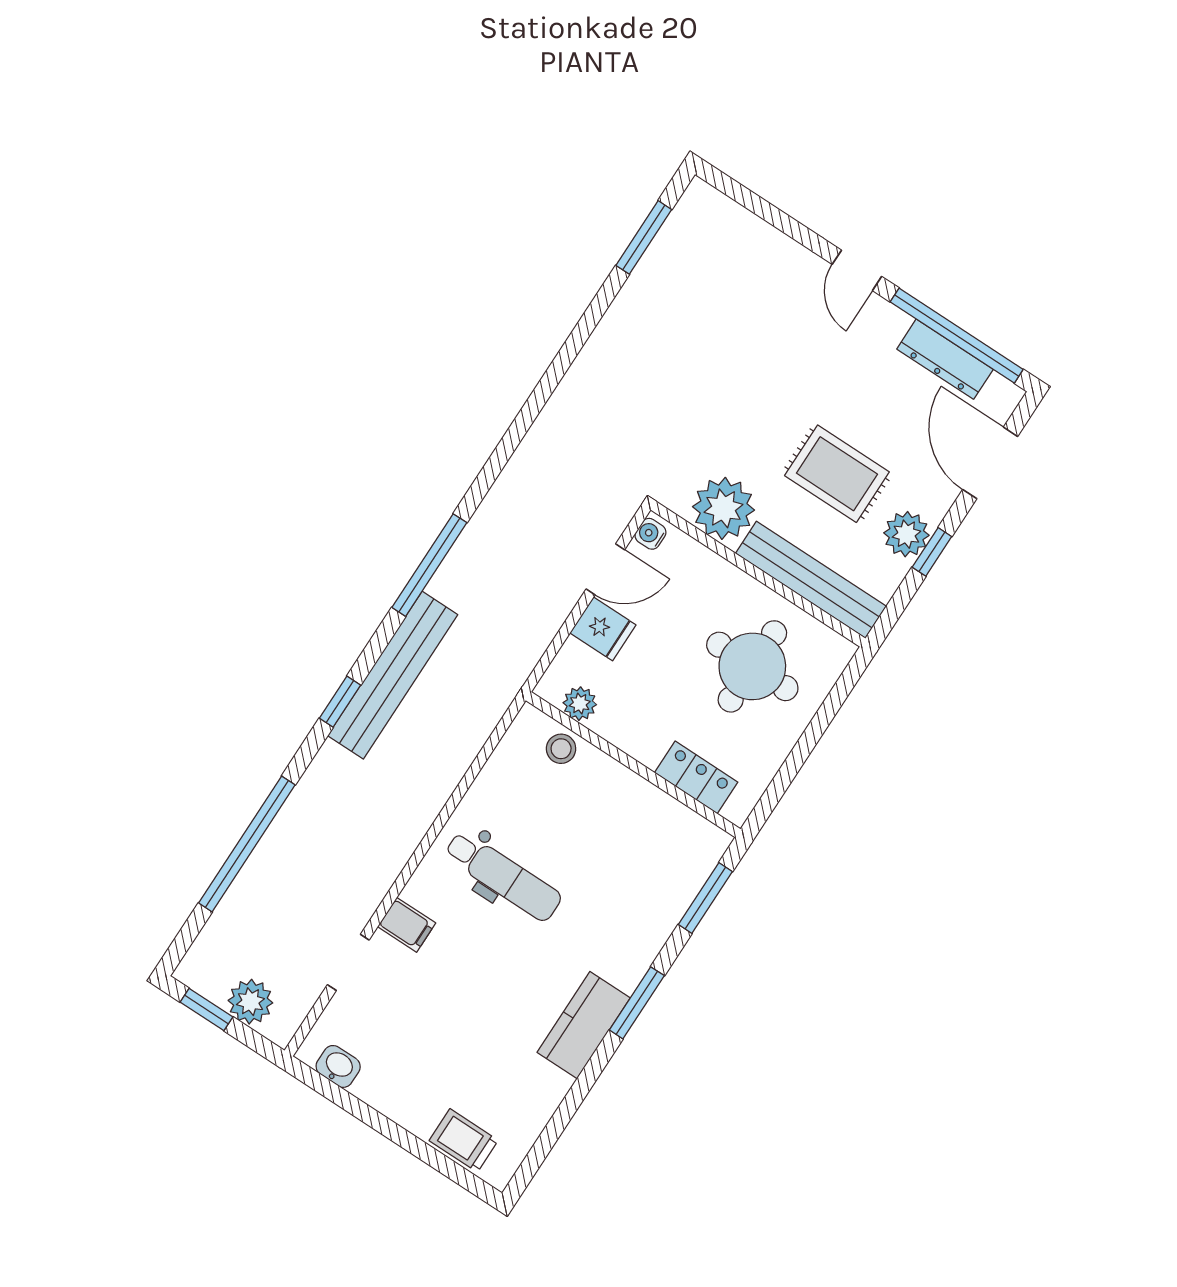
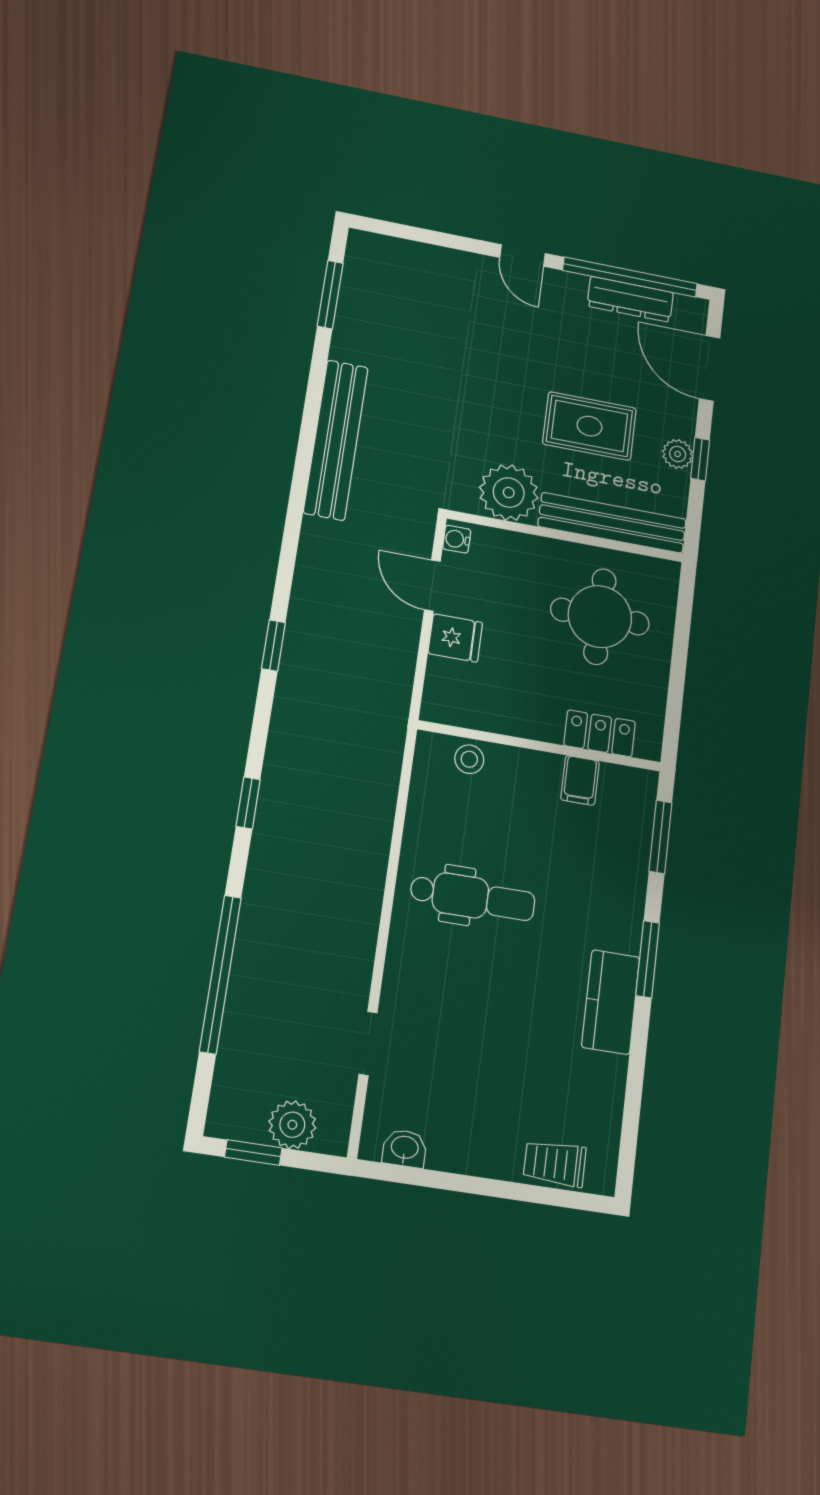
plant: (906, 534) -> (678, 454), width x0.73, depth x0.73
window: (429, 565) -> (273, 646), width x0.46
door: (605, 569) -> (432, 585), swing flipped
bench: (393, 675) -> (336, 440), moved
plant: (580, 704) -> (467, 712), removed
filing cabinet: (407, 925) -> (580, 780), moved, turned 90

